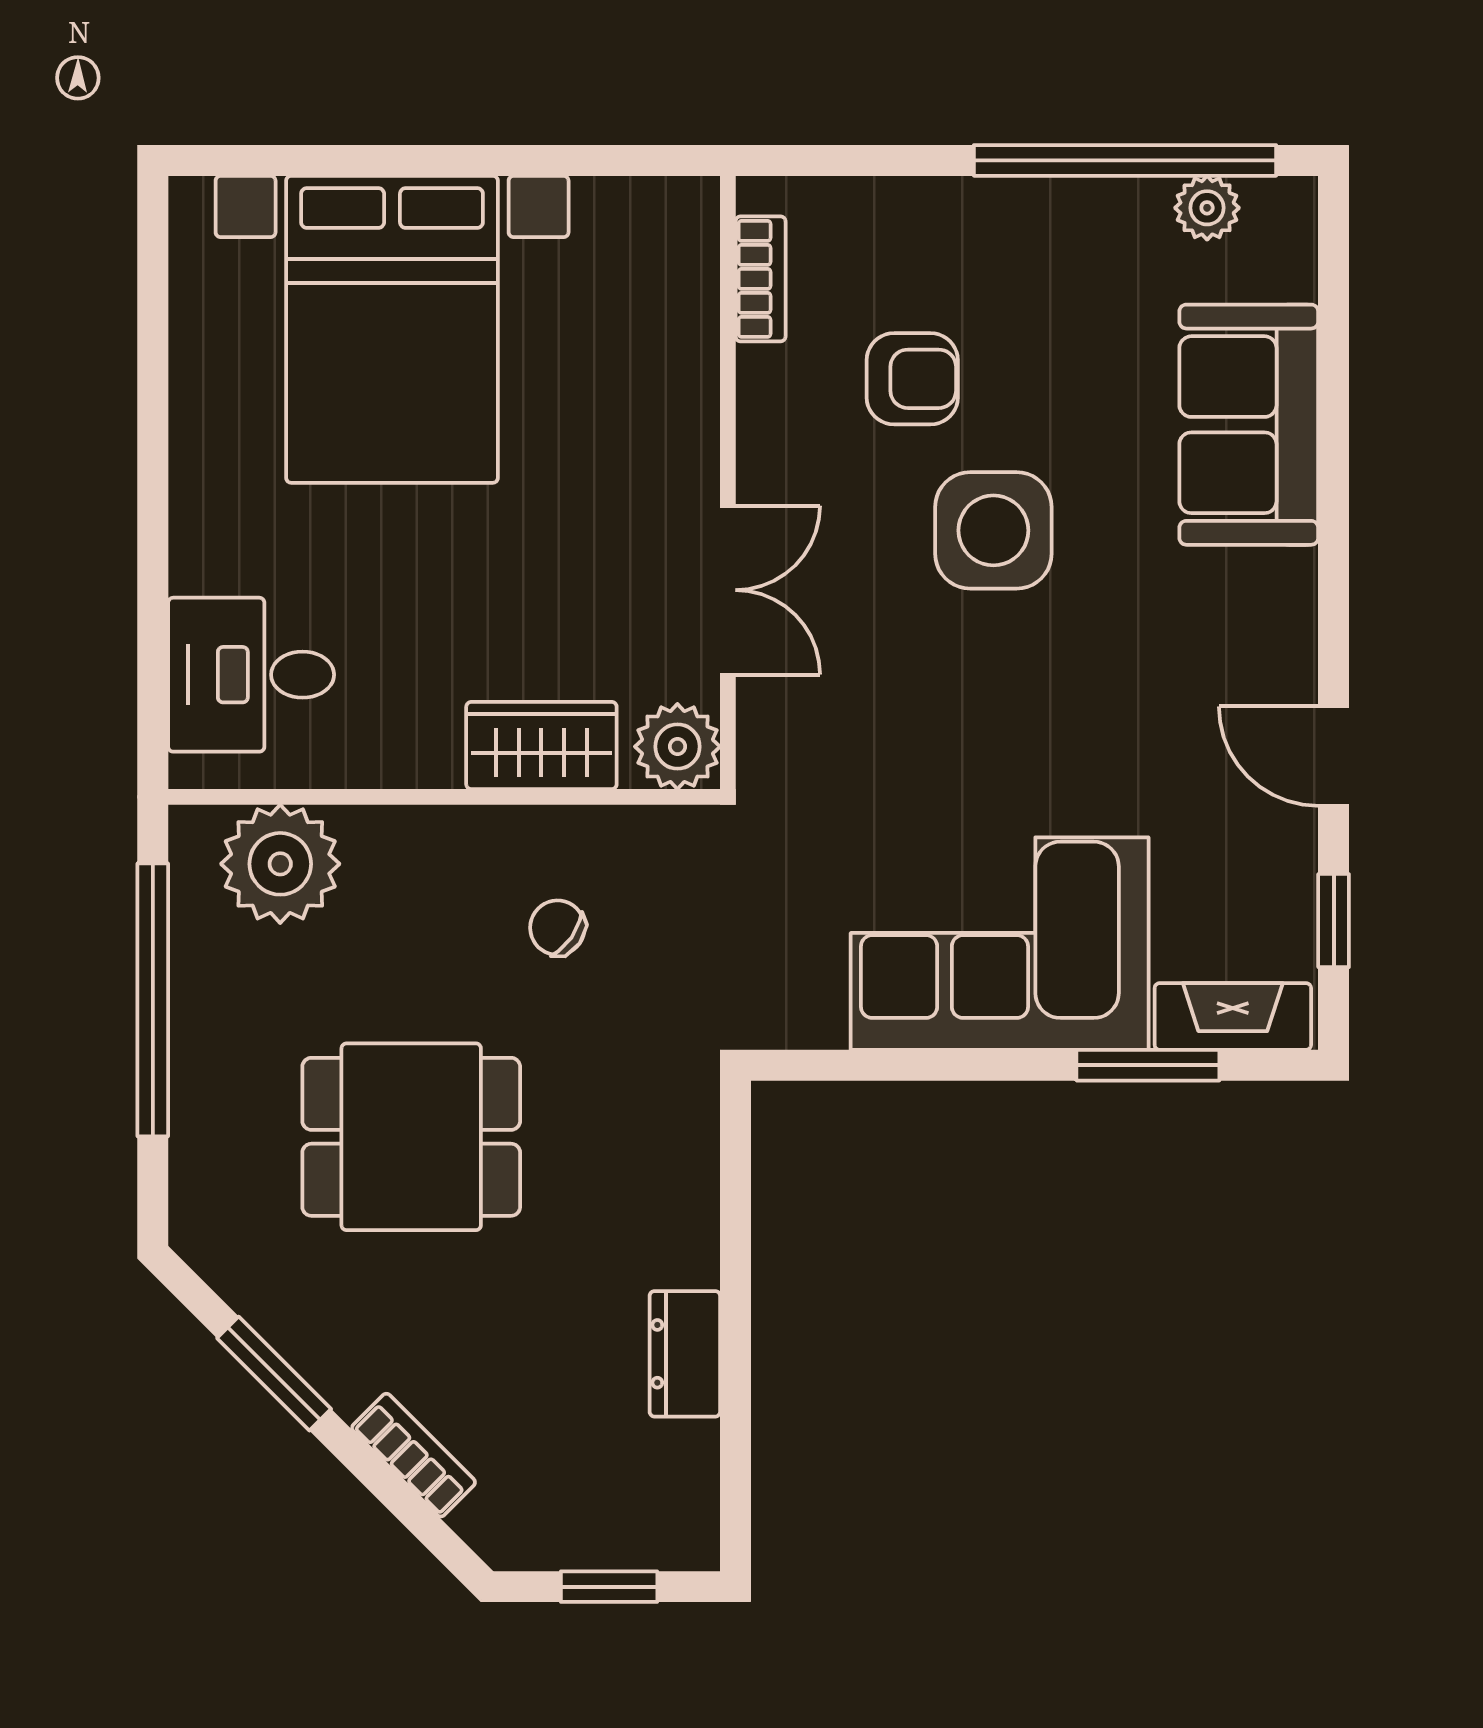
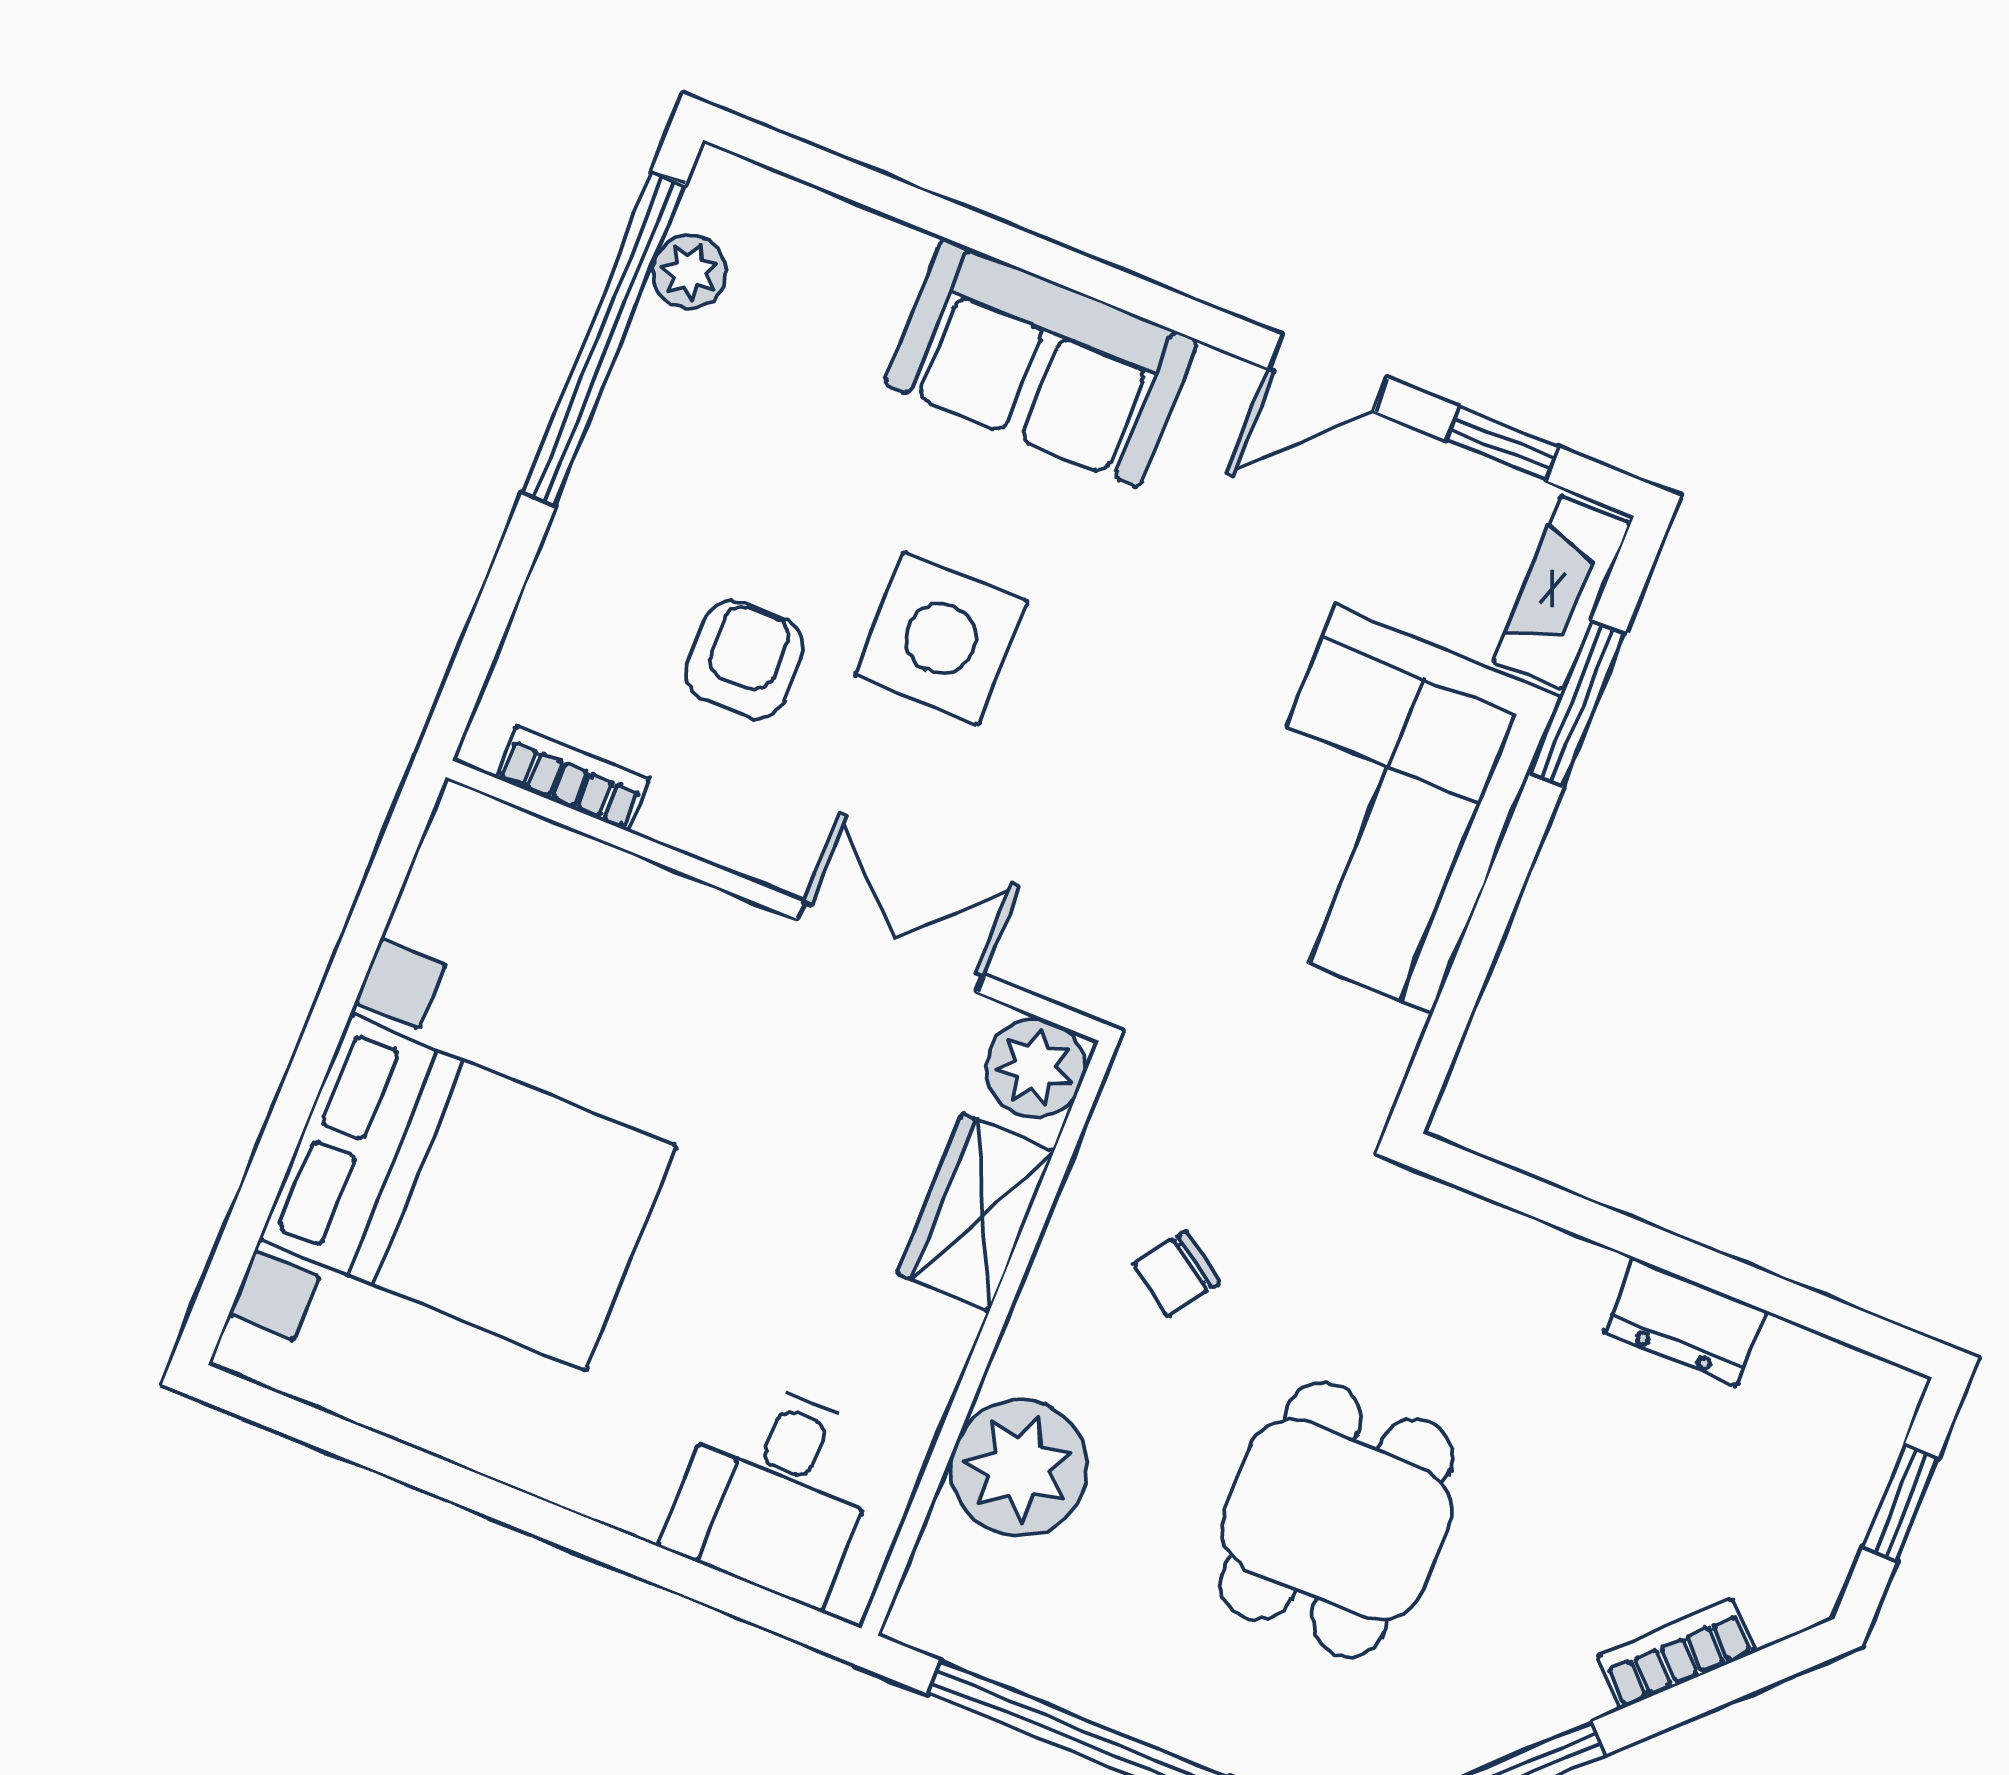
sofa: (1249, 425) -> (1041, 362), moved
plant: (280, 864) -> (1019, 1468), moved

